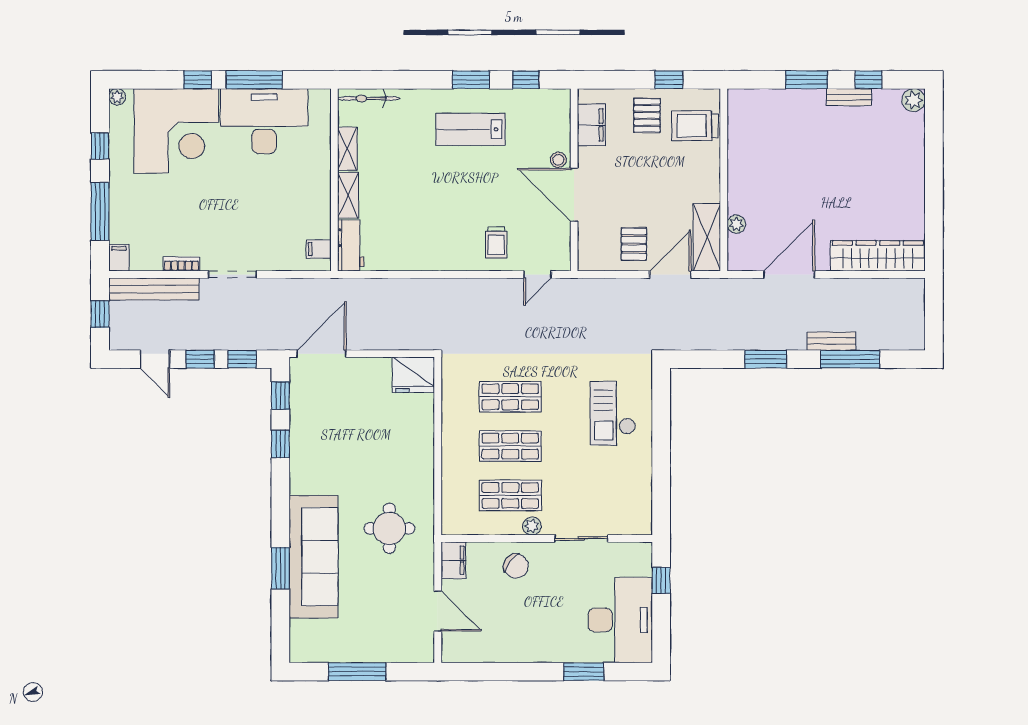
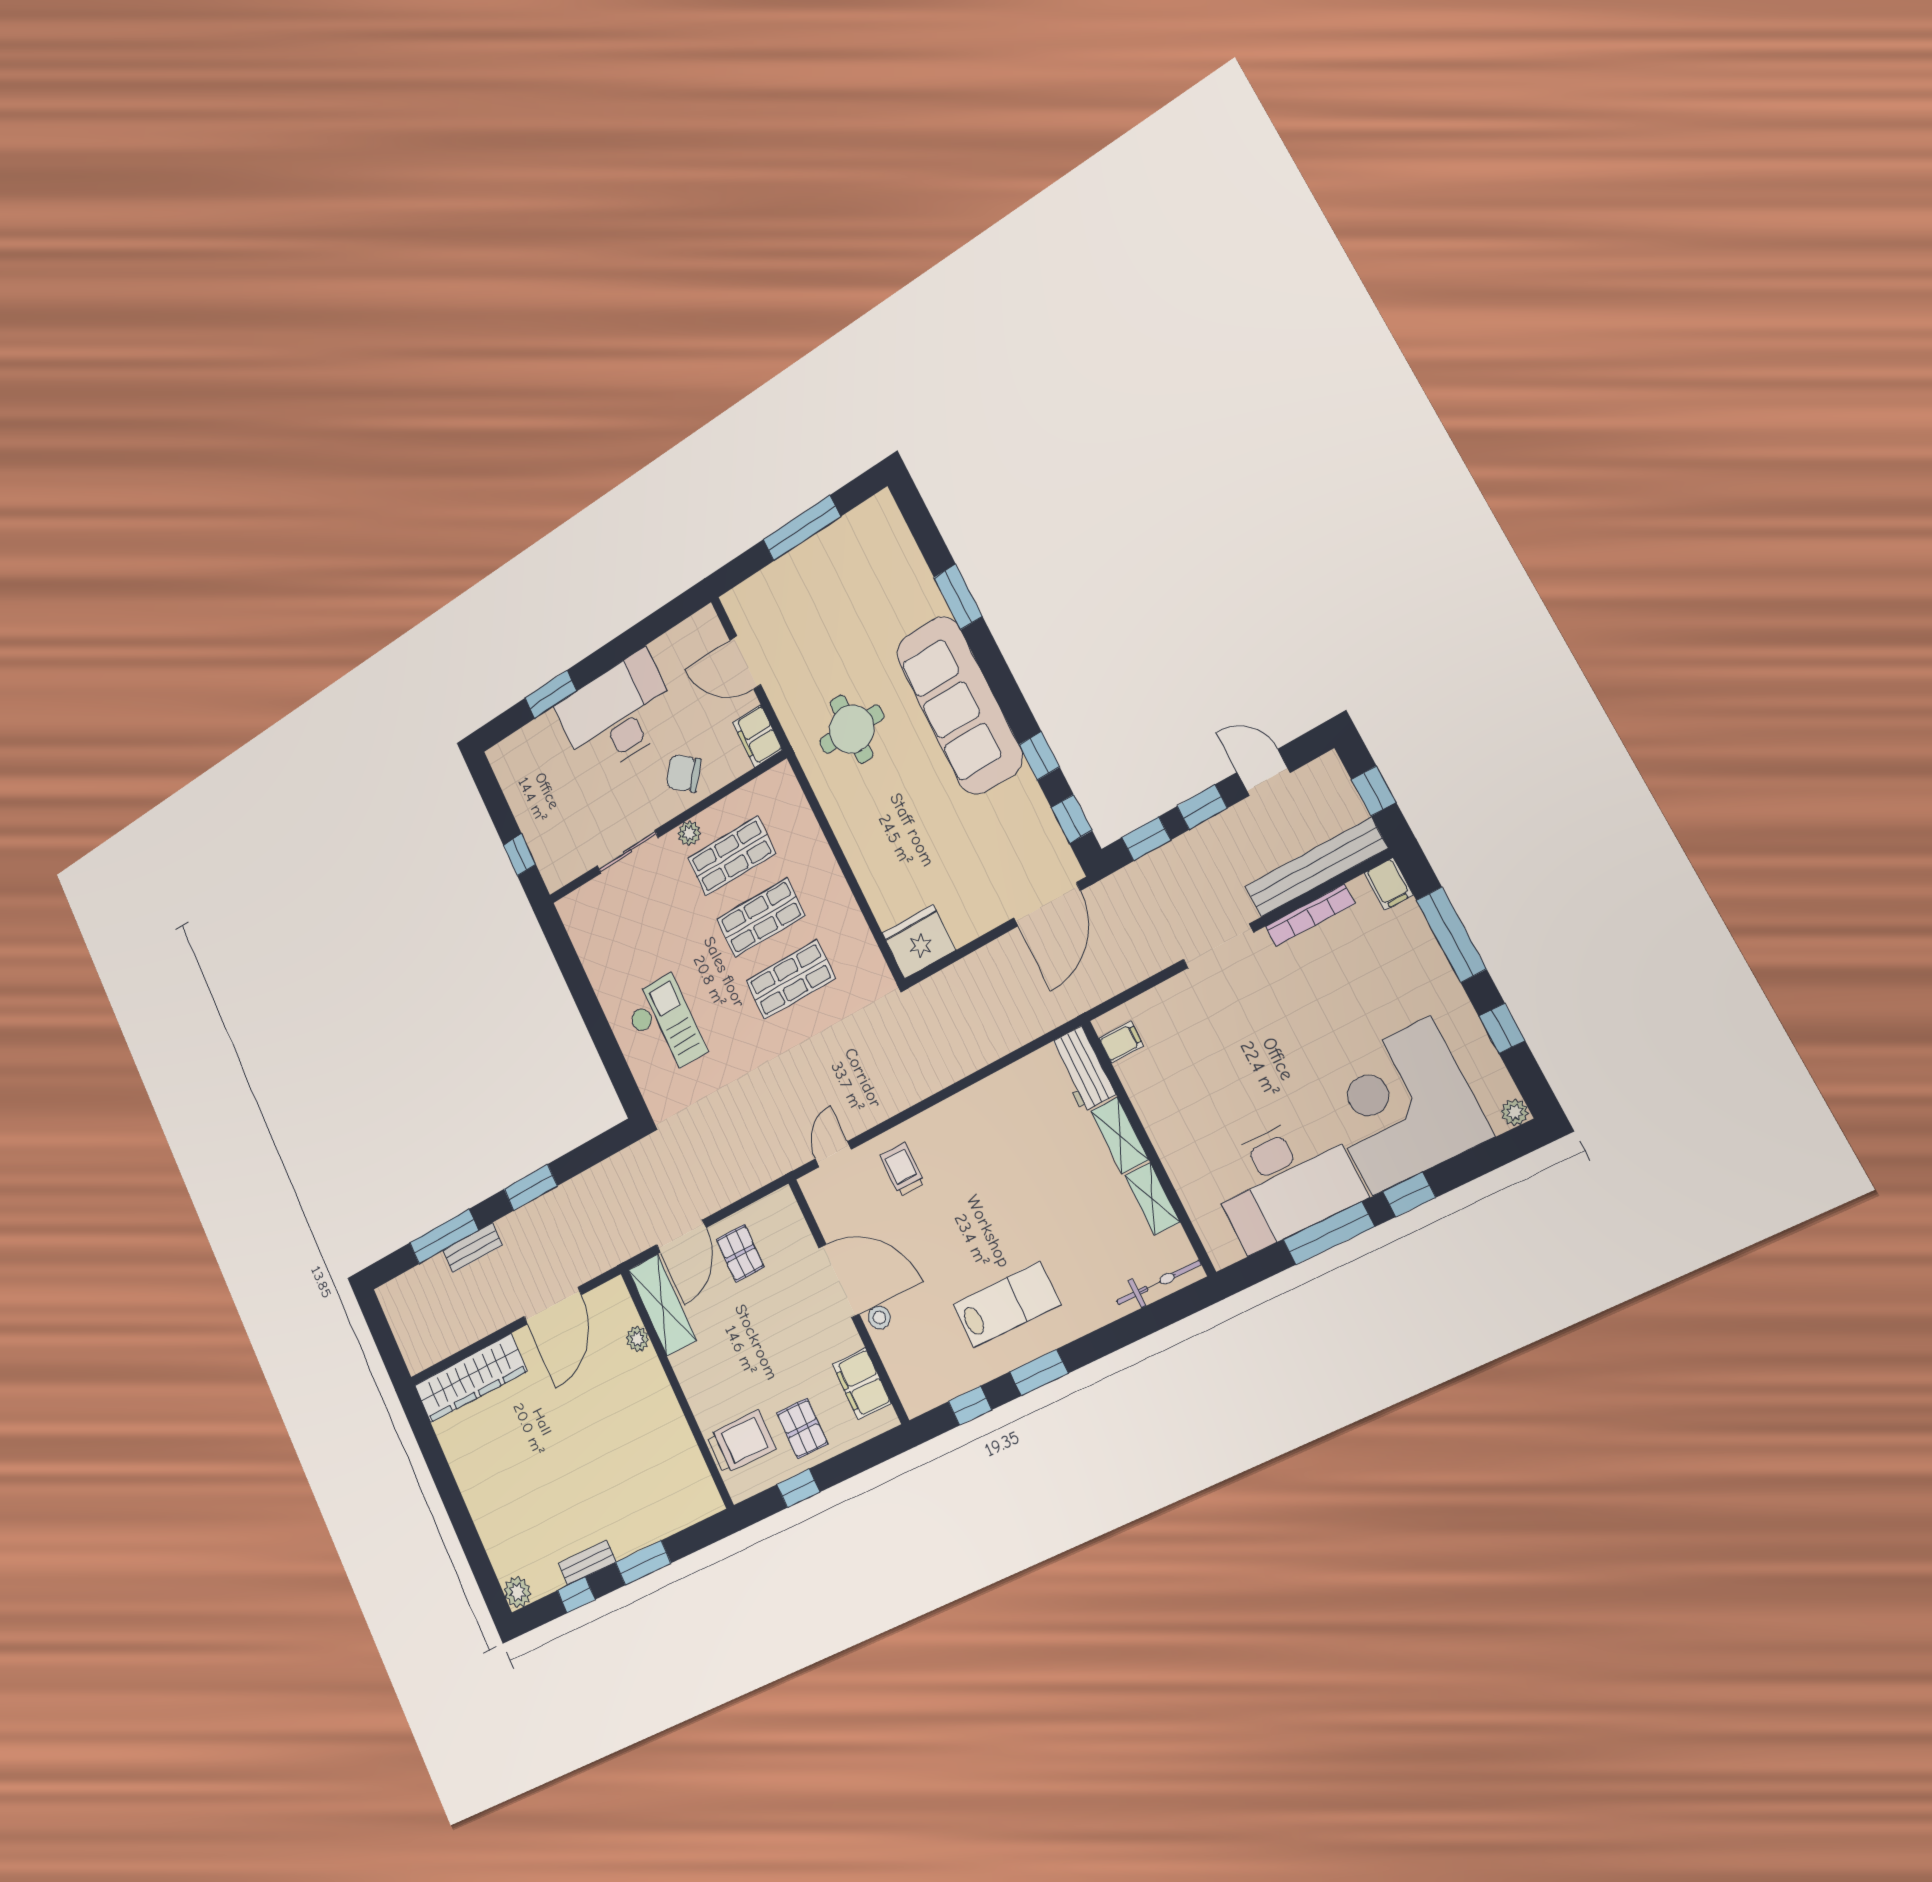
bookcase: (181, 264) -> (1310, 915), width x1.56
sofa: (314, 557) -> (959, 705), moved
desk: (620, 620) -> (617, 714), moved, turned 90

